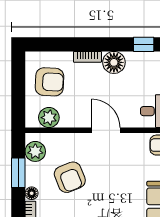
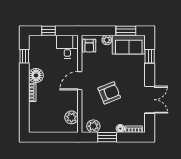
armchair: (49, 82) -> (48, 117), removed
armchair: (70, 177) -> (109, 93), moved

